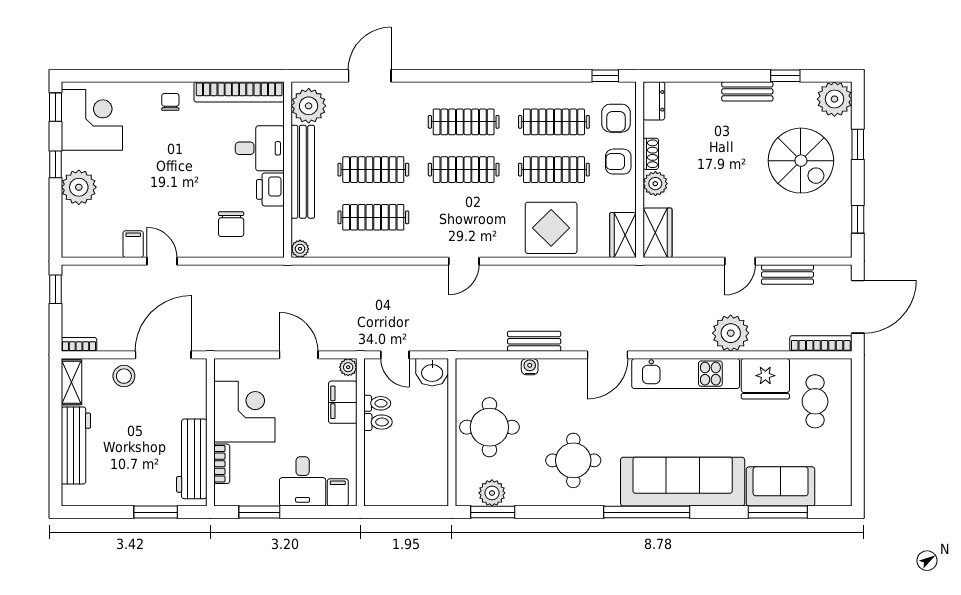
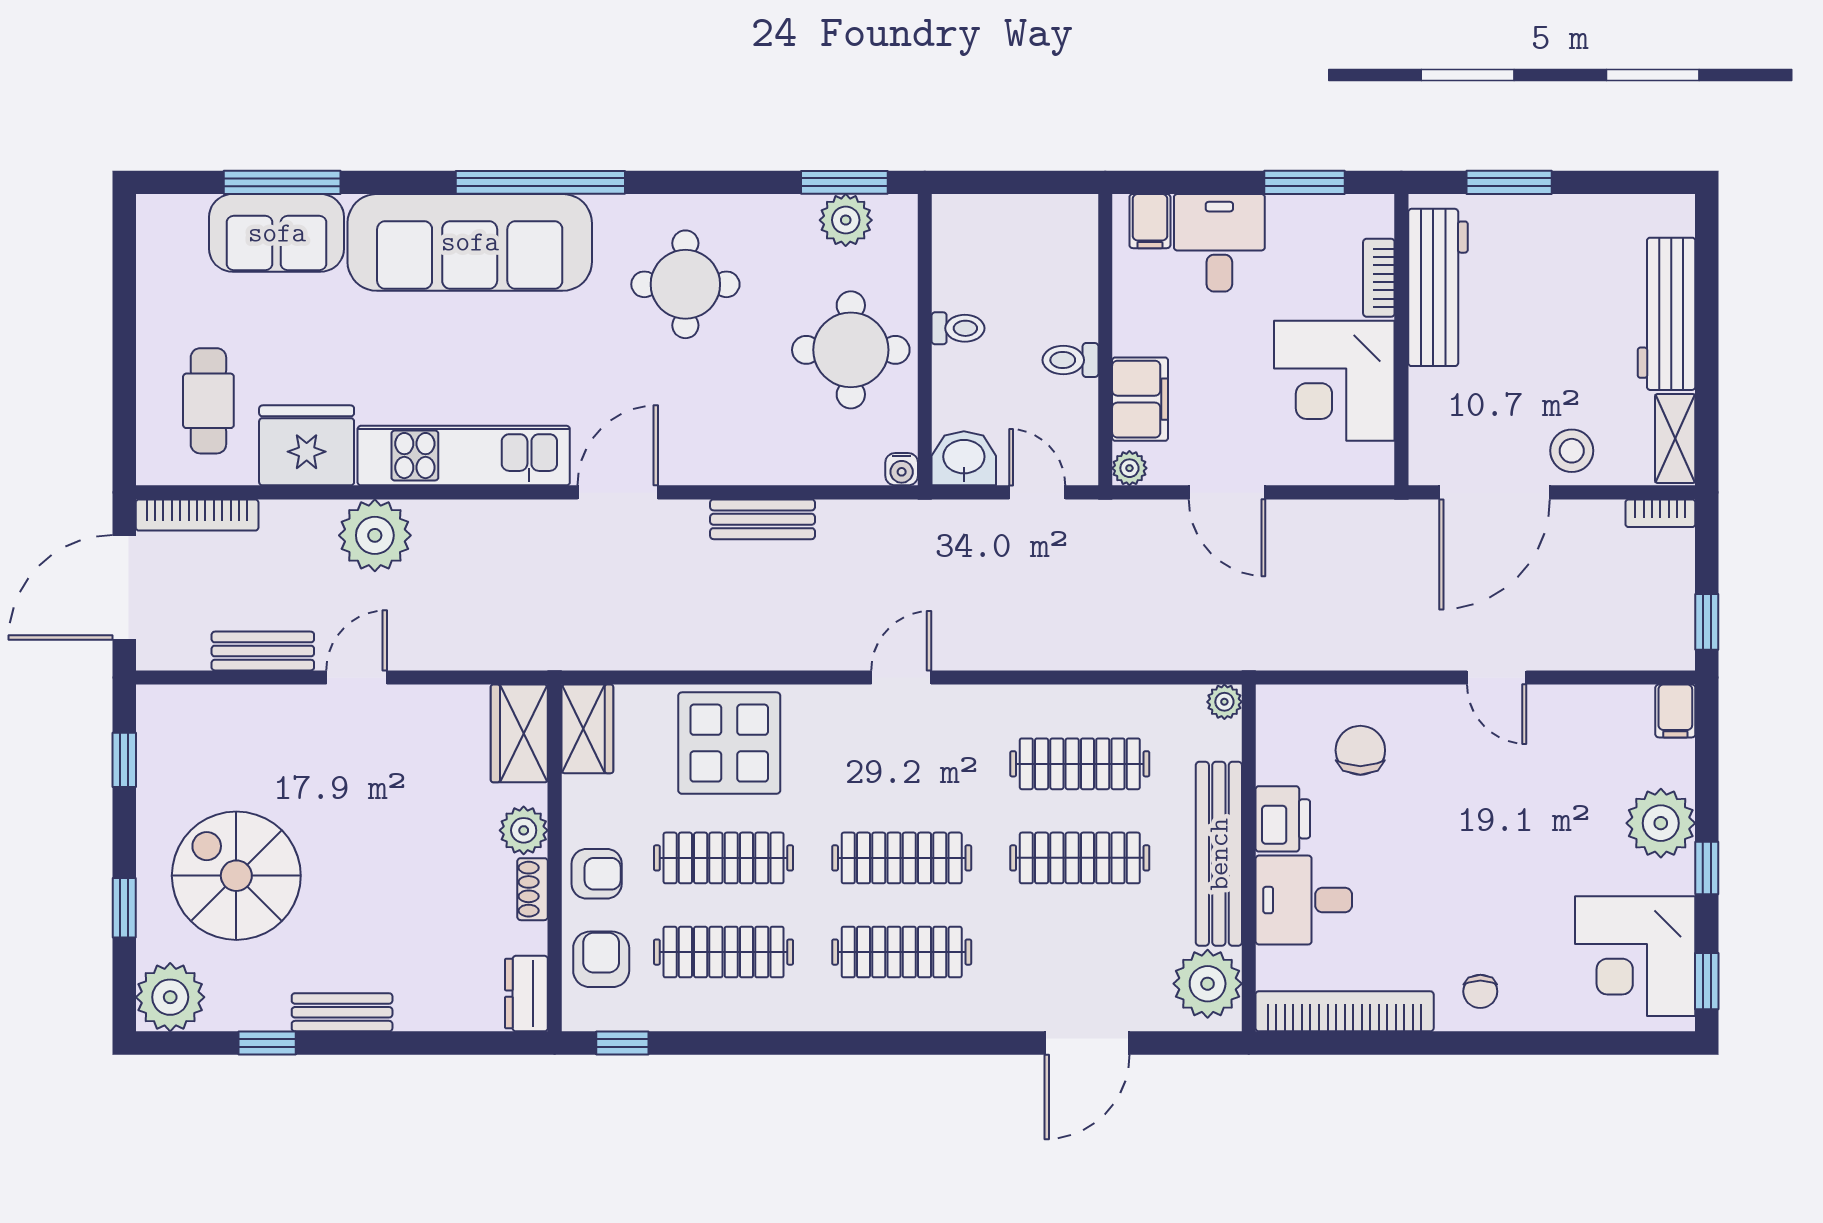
filing cabinet: (133, 244) -> (1675, 711), moved
water cooler: (530, 367) -> (902, 469), moved
toilet: (377, 403) -> (958, 328), moved, turned 180

